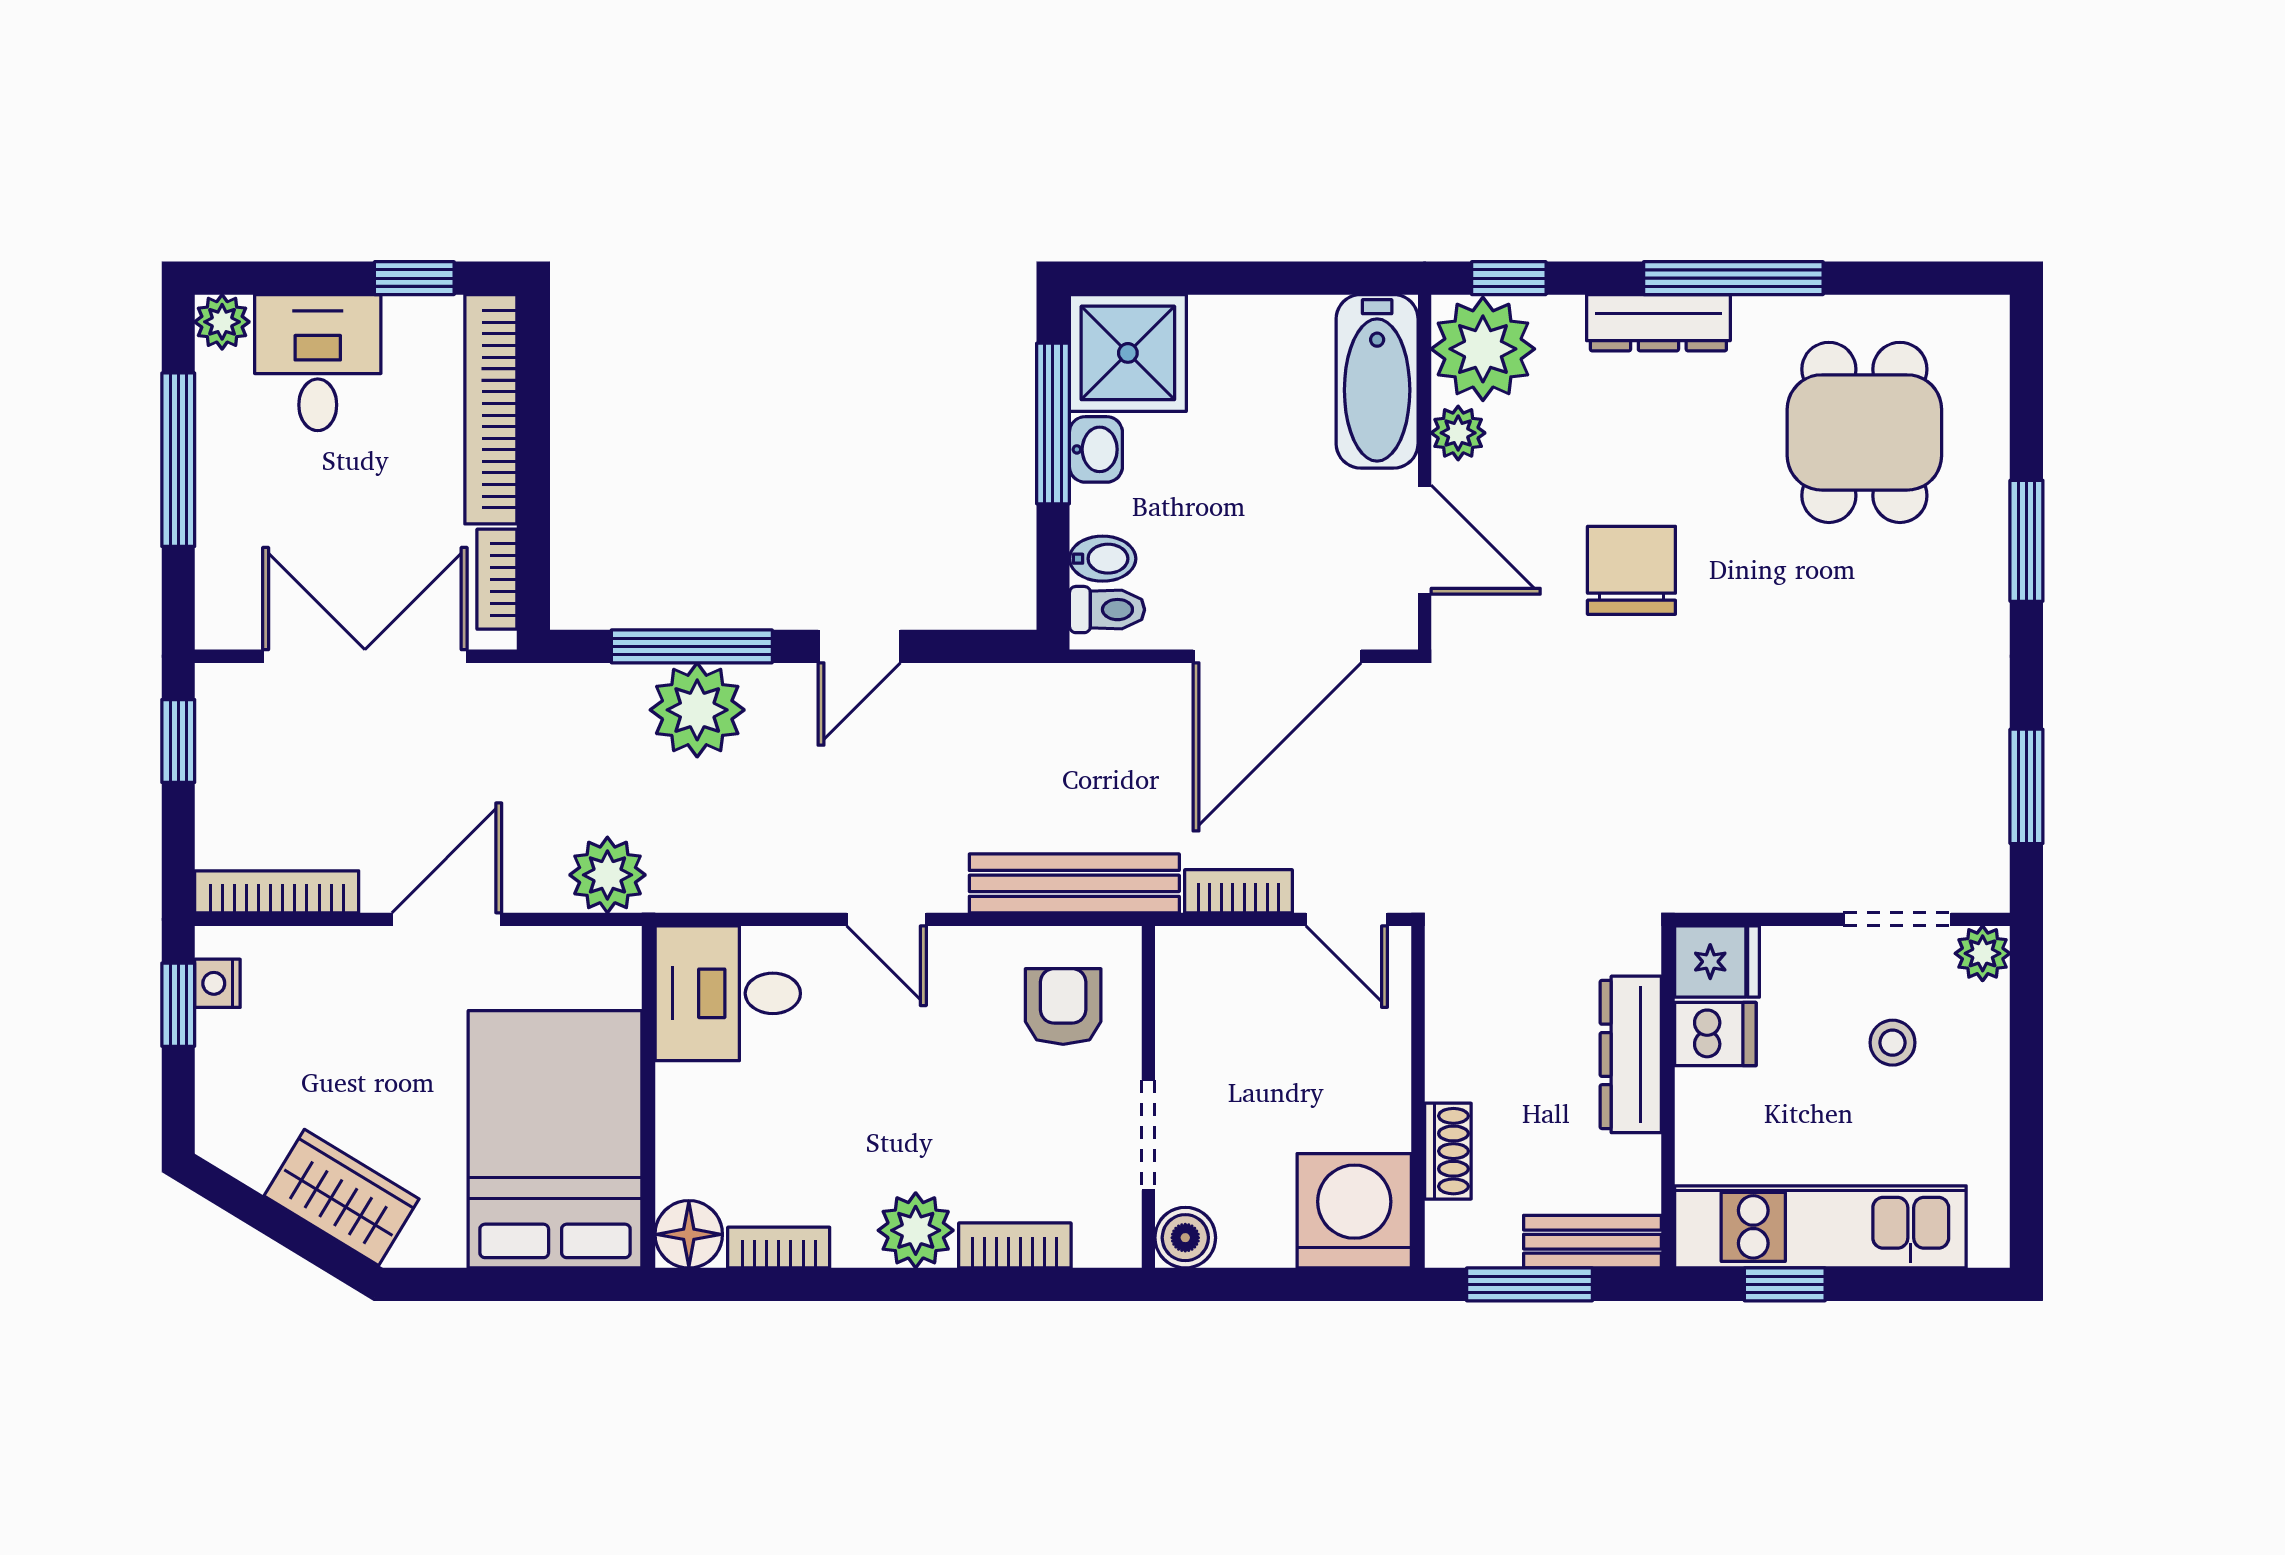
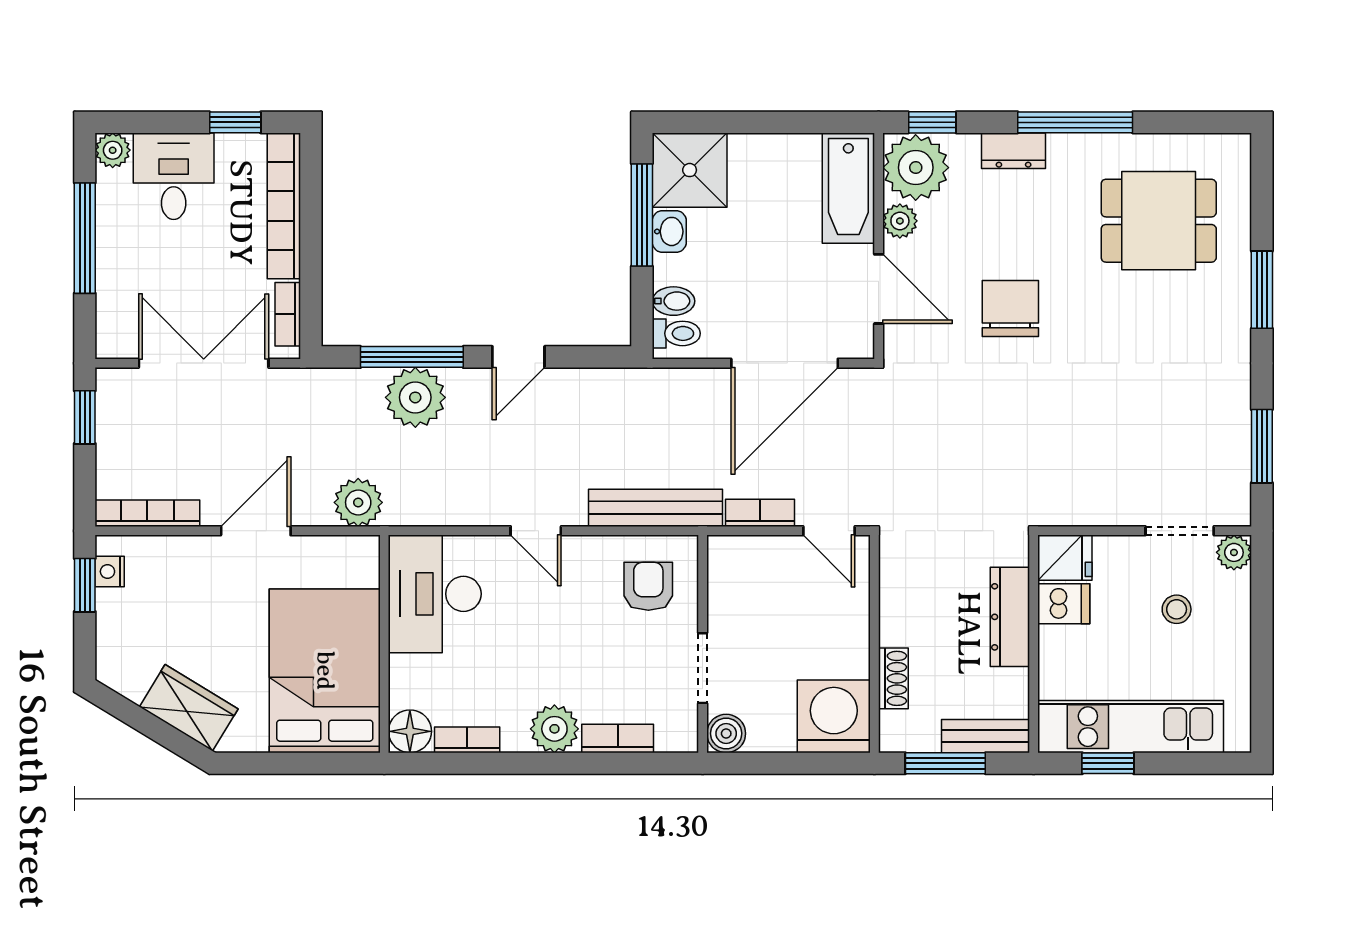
dresser: (1658, 323) -> (1014, 151), width x0.70
dining table: (1864, 432) -> (1159, 221), turned 90
desk: (728, 993) -> (435, 594), width x1.37

